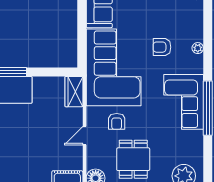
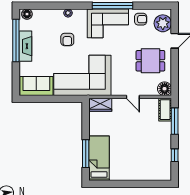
armchair: (117, 121) -> (141, 19), moved

